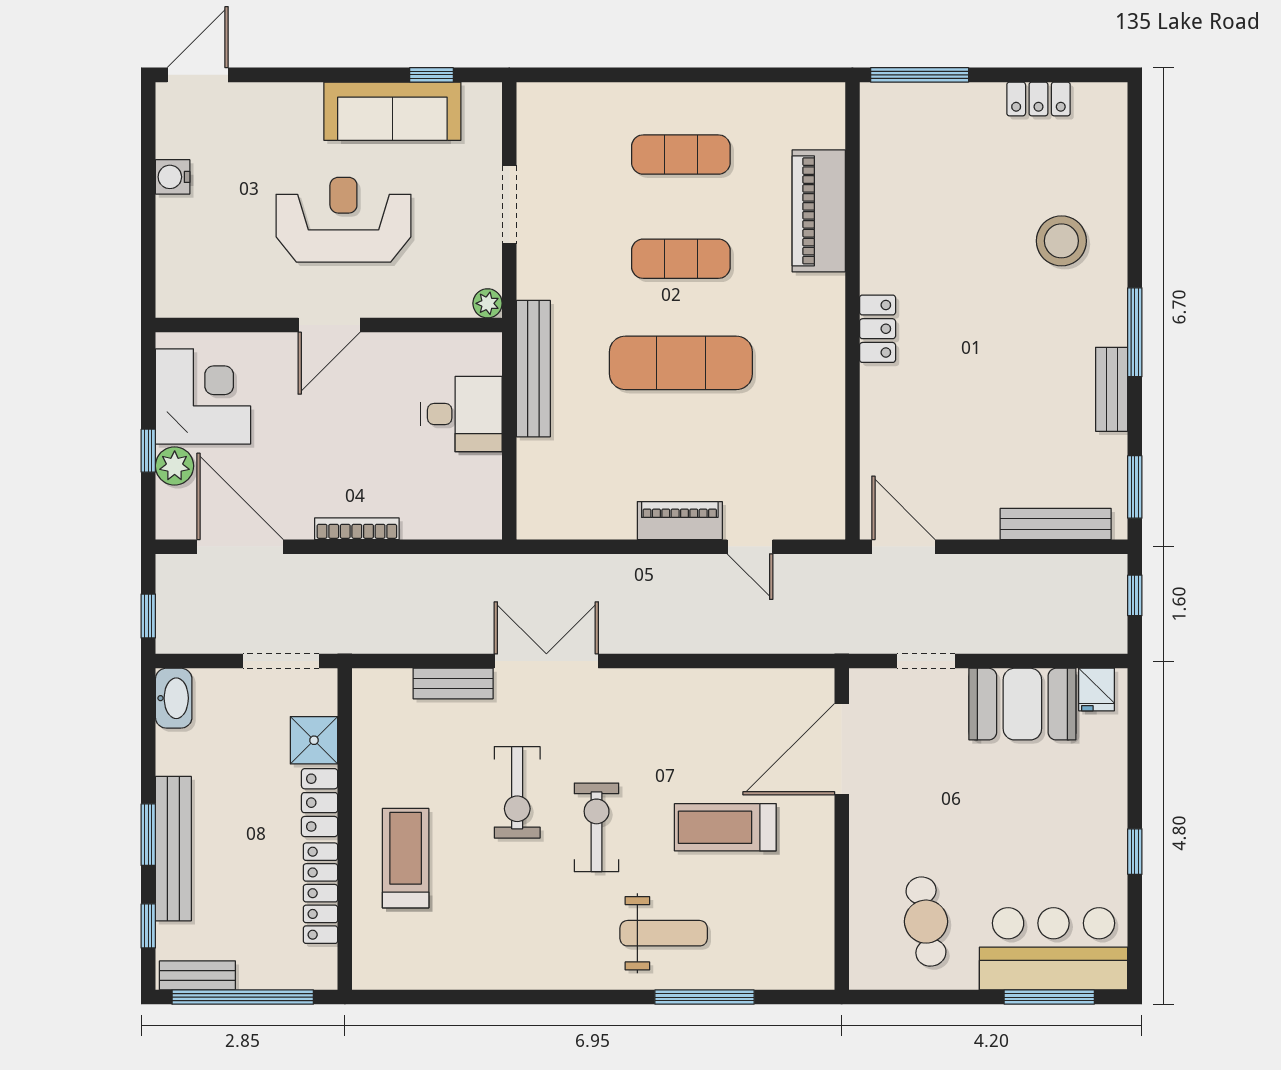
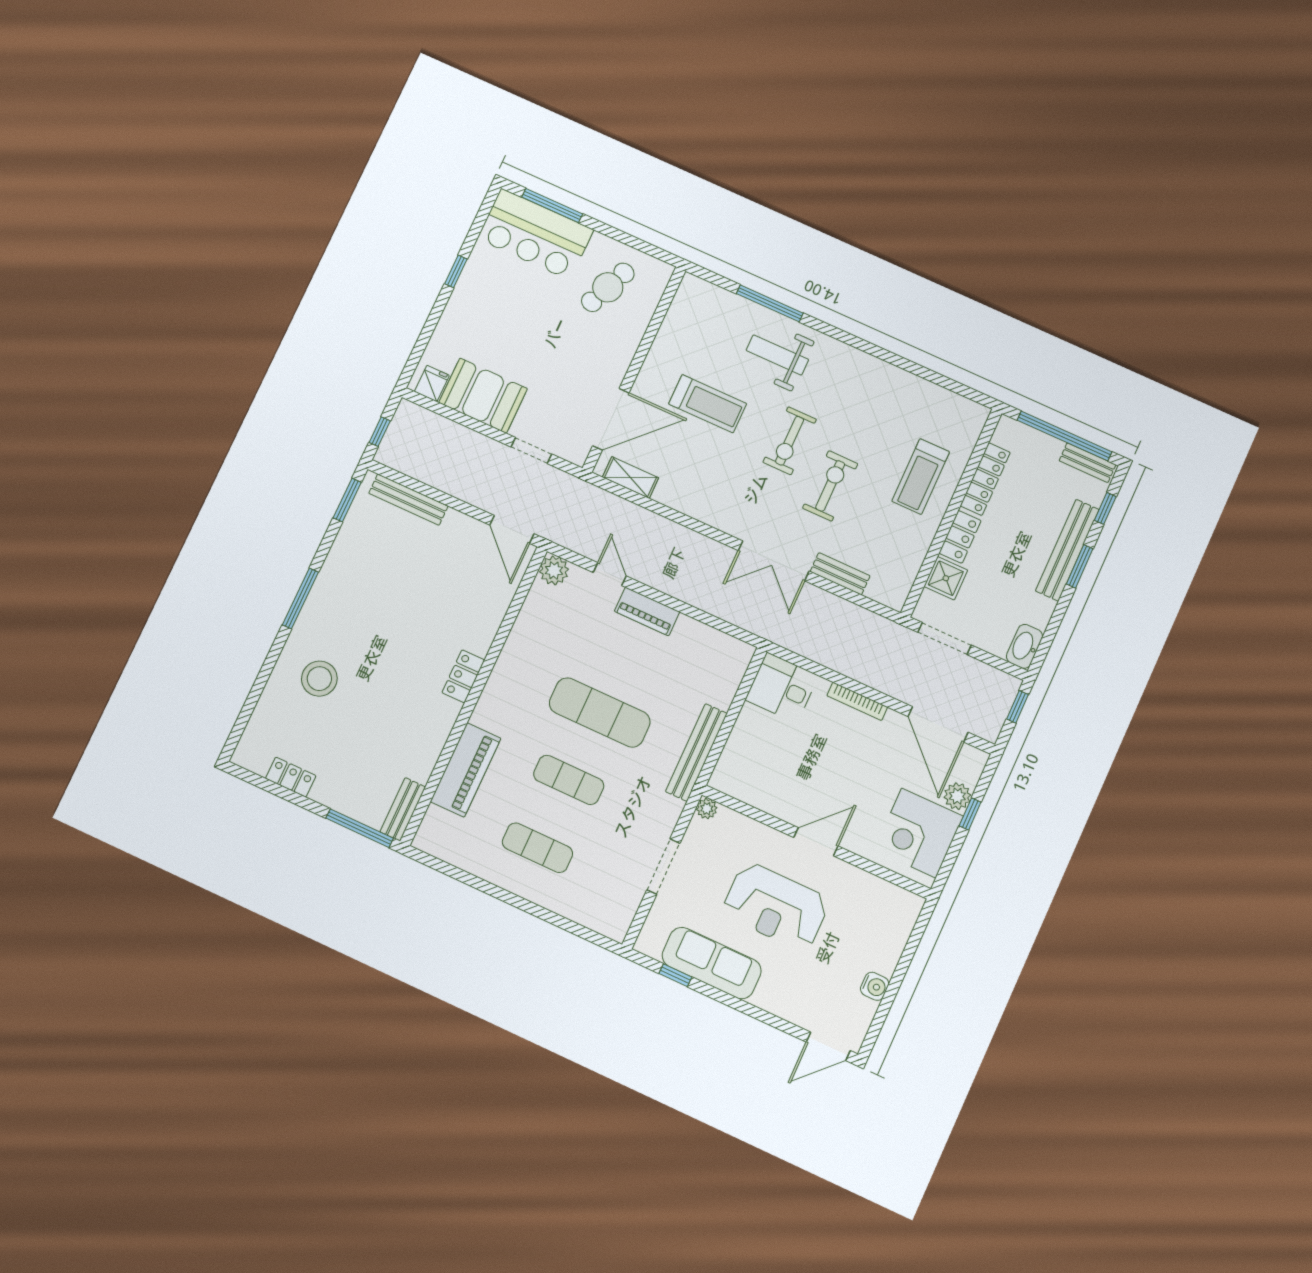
bench: (1112, 389) -> (403, 809), moved
desk: (462, 414) -> (782, 688), moved
plant: (824, 519) -> (554, 570), added
shelving: (781, 685) -> (630, 477), added
cafe table: (926, 922) -> (608, 287), turned 32

